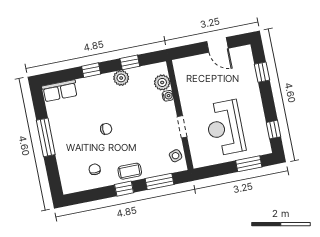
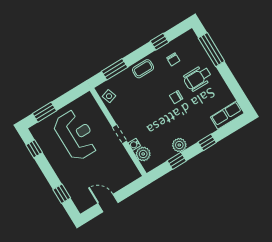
doorway: (182, 127) -> (120, 134), moved
window: (46, 137) -> (211, 50), moved
wheelchair: (77, 141) -> (198, 78), added
window: (124, 189) -> (160, 42), moved

